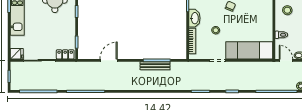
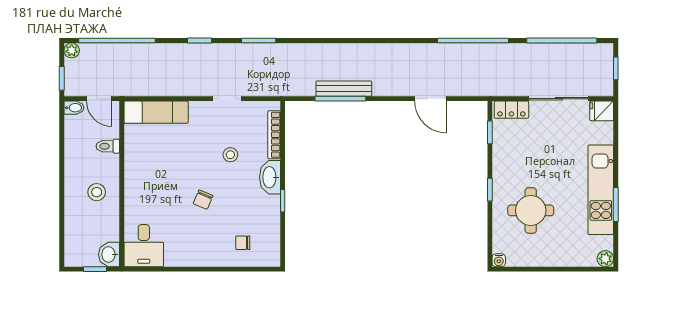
exam couch: (249, 50) -> (156, 112), width x0.73, depth x0.69
door: (109, 60) -> (430, 99), hinge flipped

